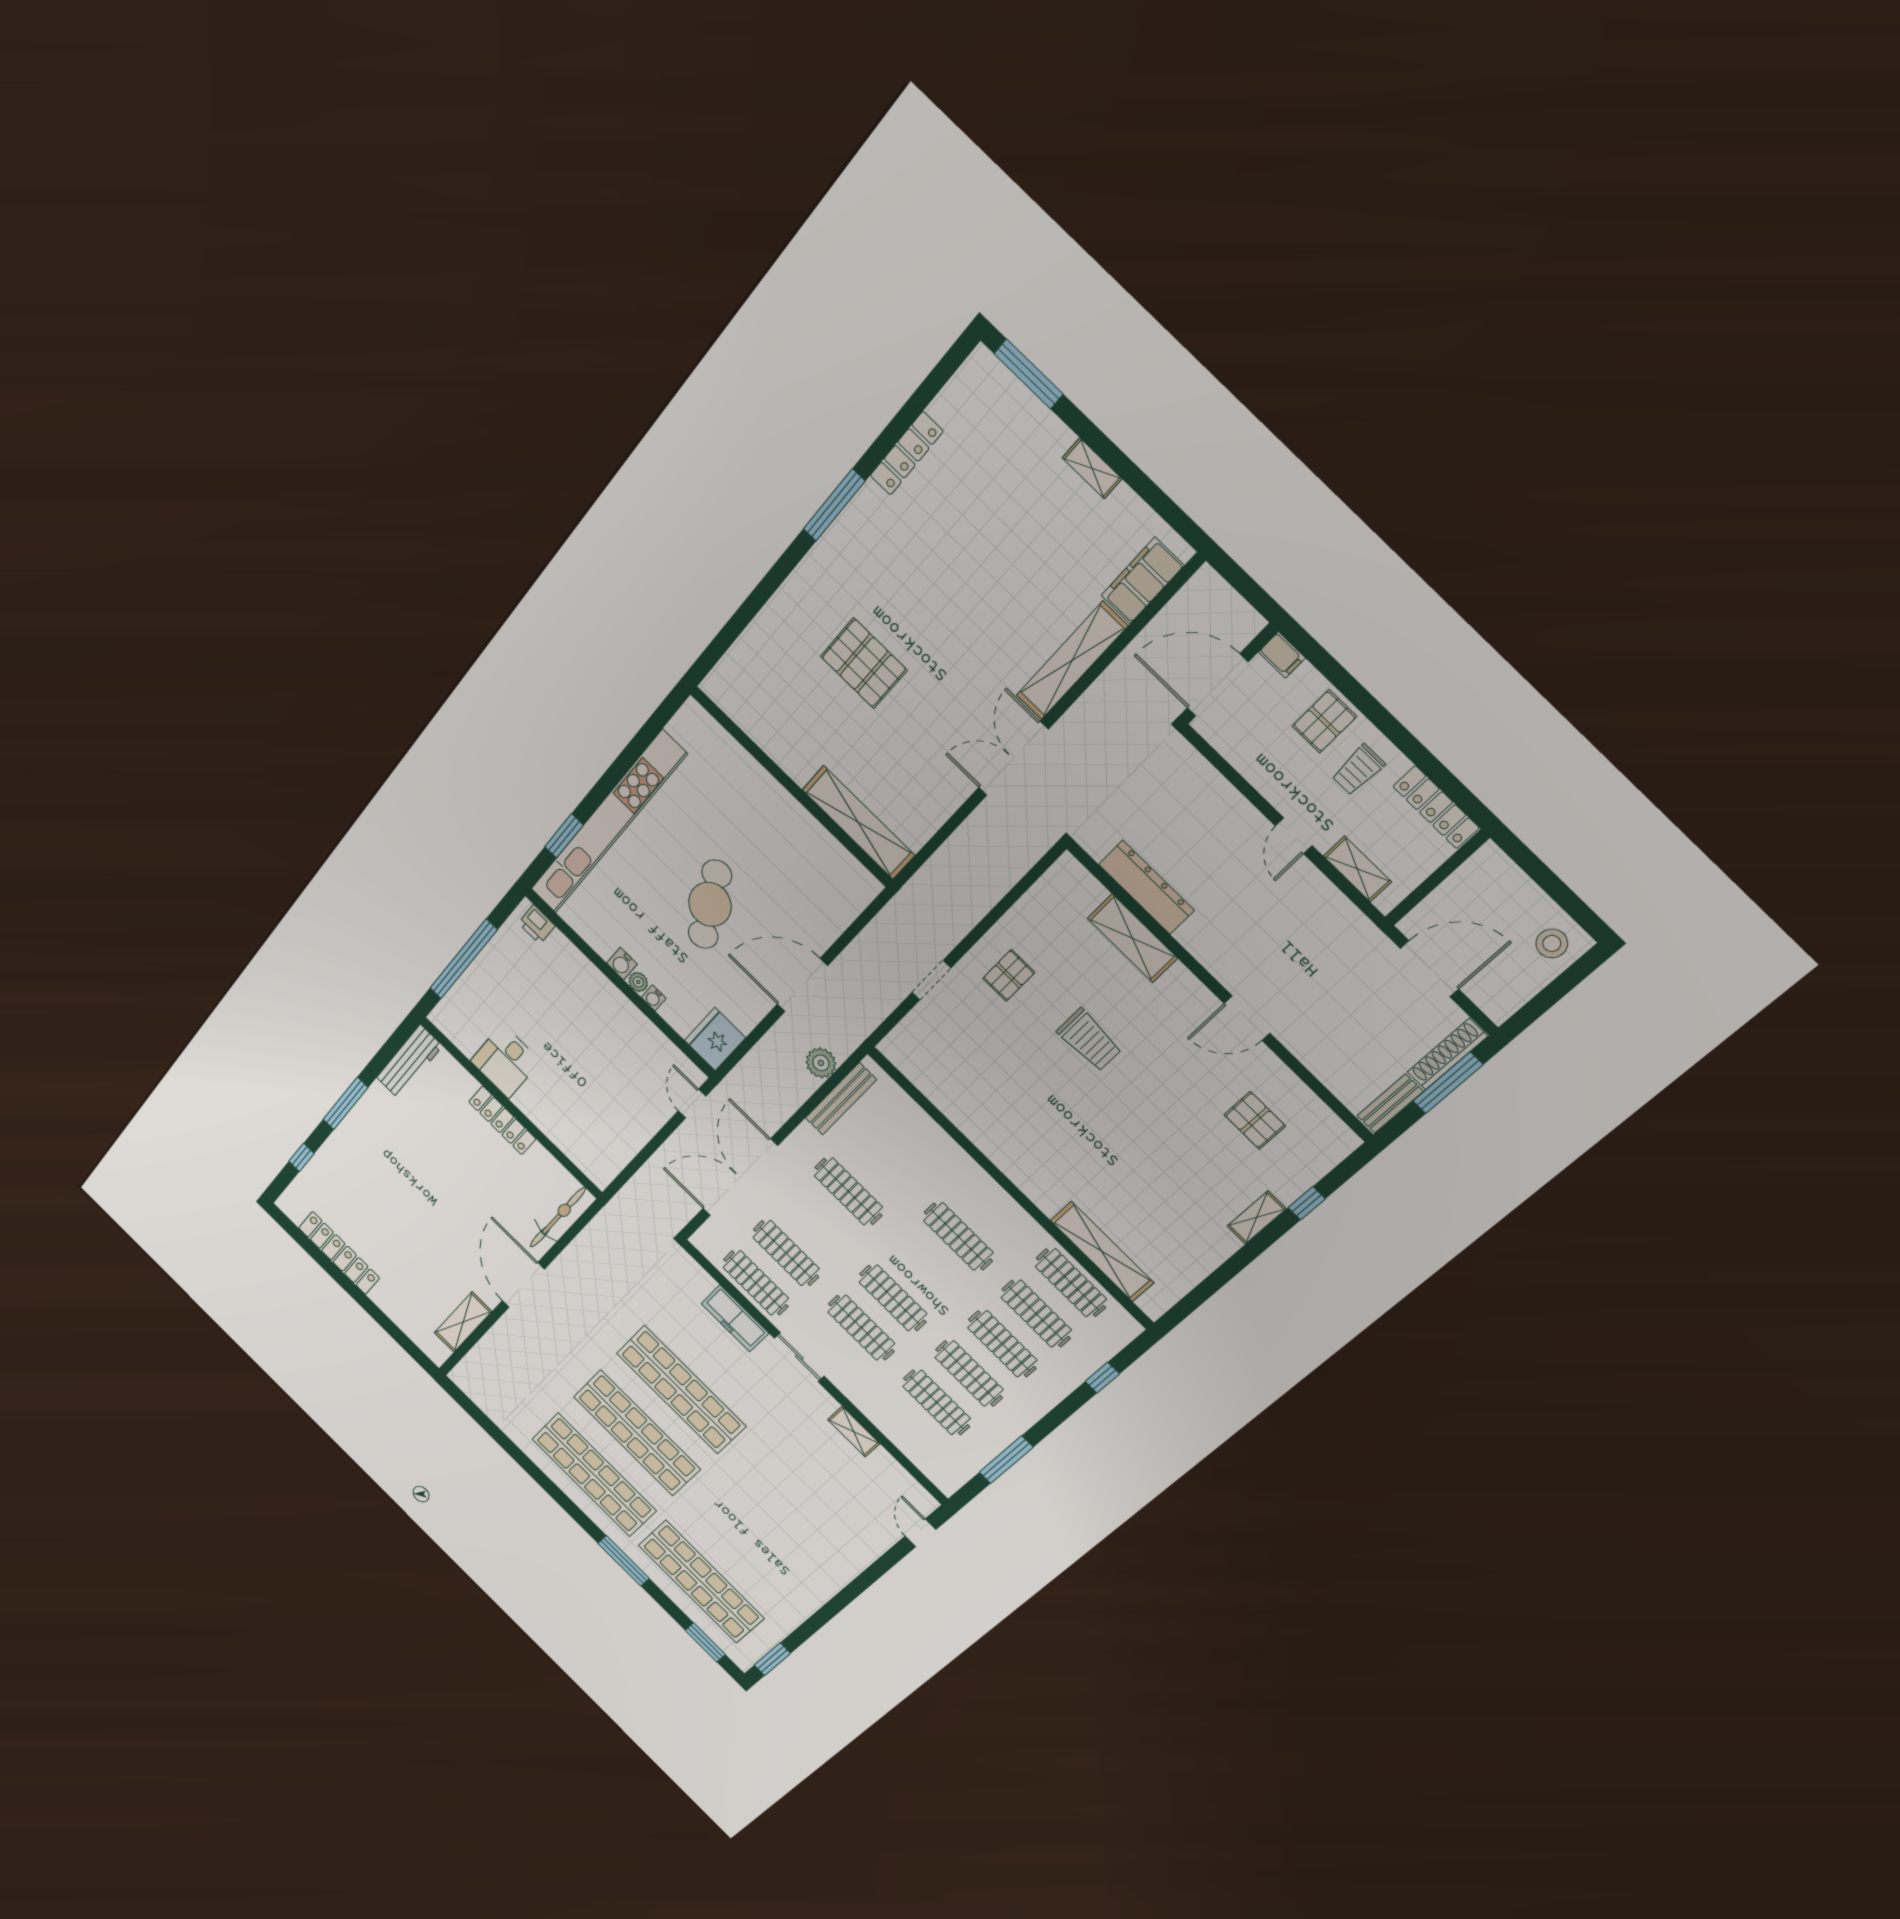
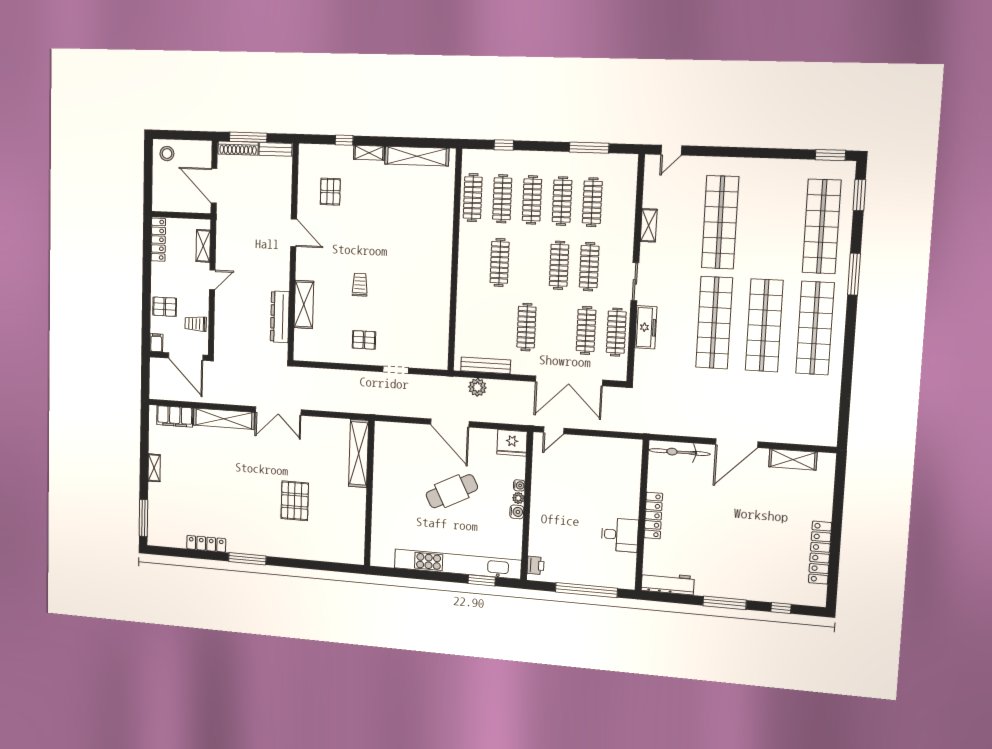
trolley: (1358, 770) -> (196, 324), moved, turned 180
trolley: (1089, 1040) -> (360, 285), width x0.73, depth x0.72
shelving: (1102, 1251) -> (417, 156), moved, turned 90
shop shelf: (792, 1500) -> (720, 222), added

